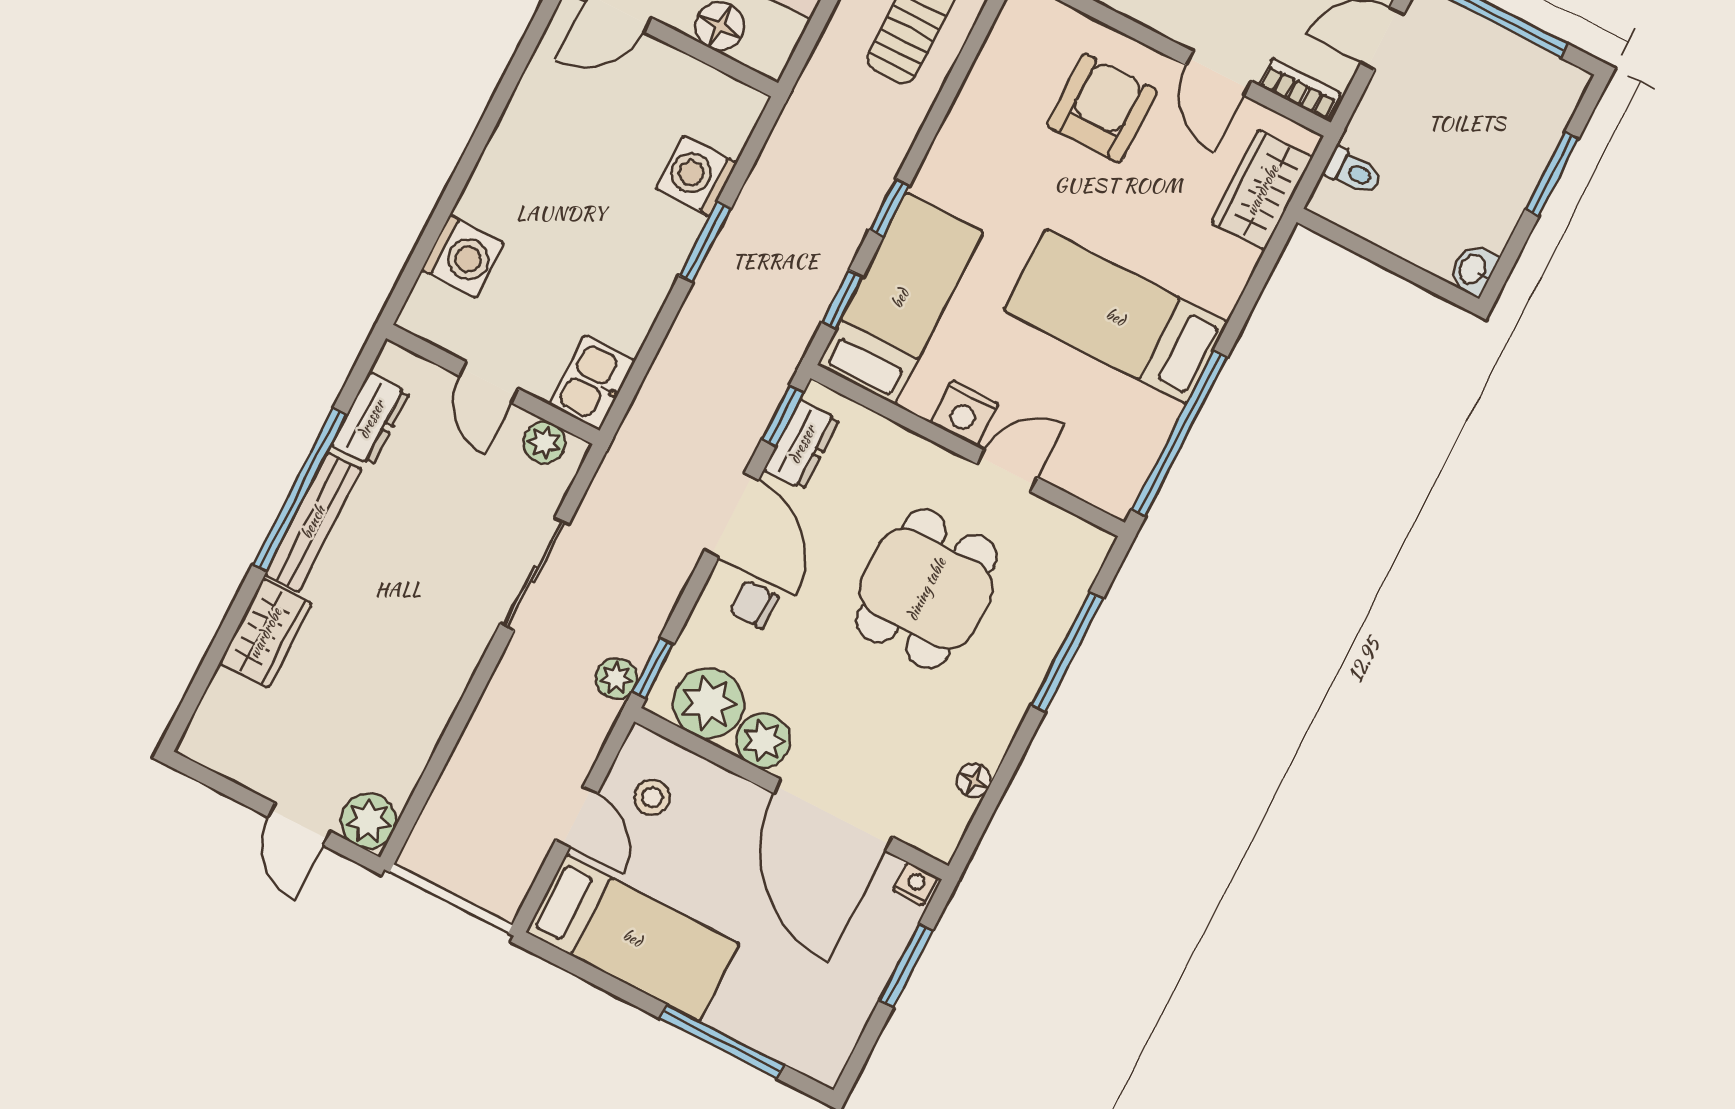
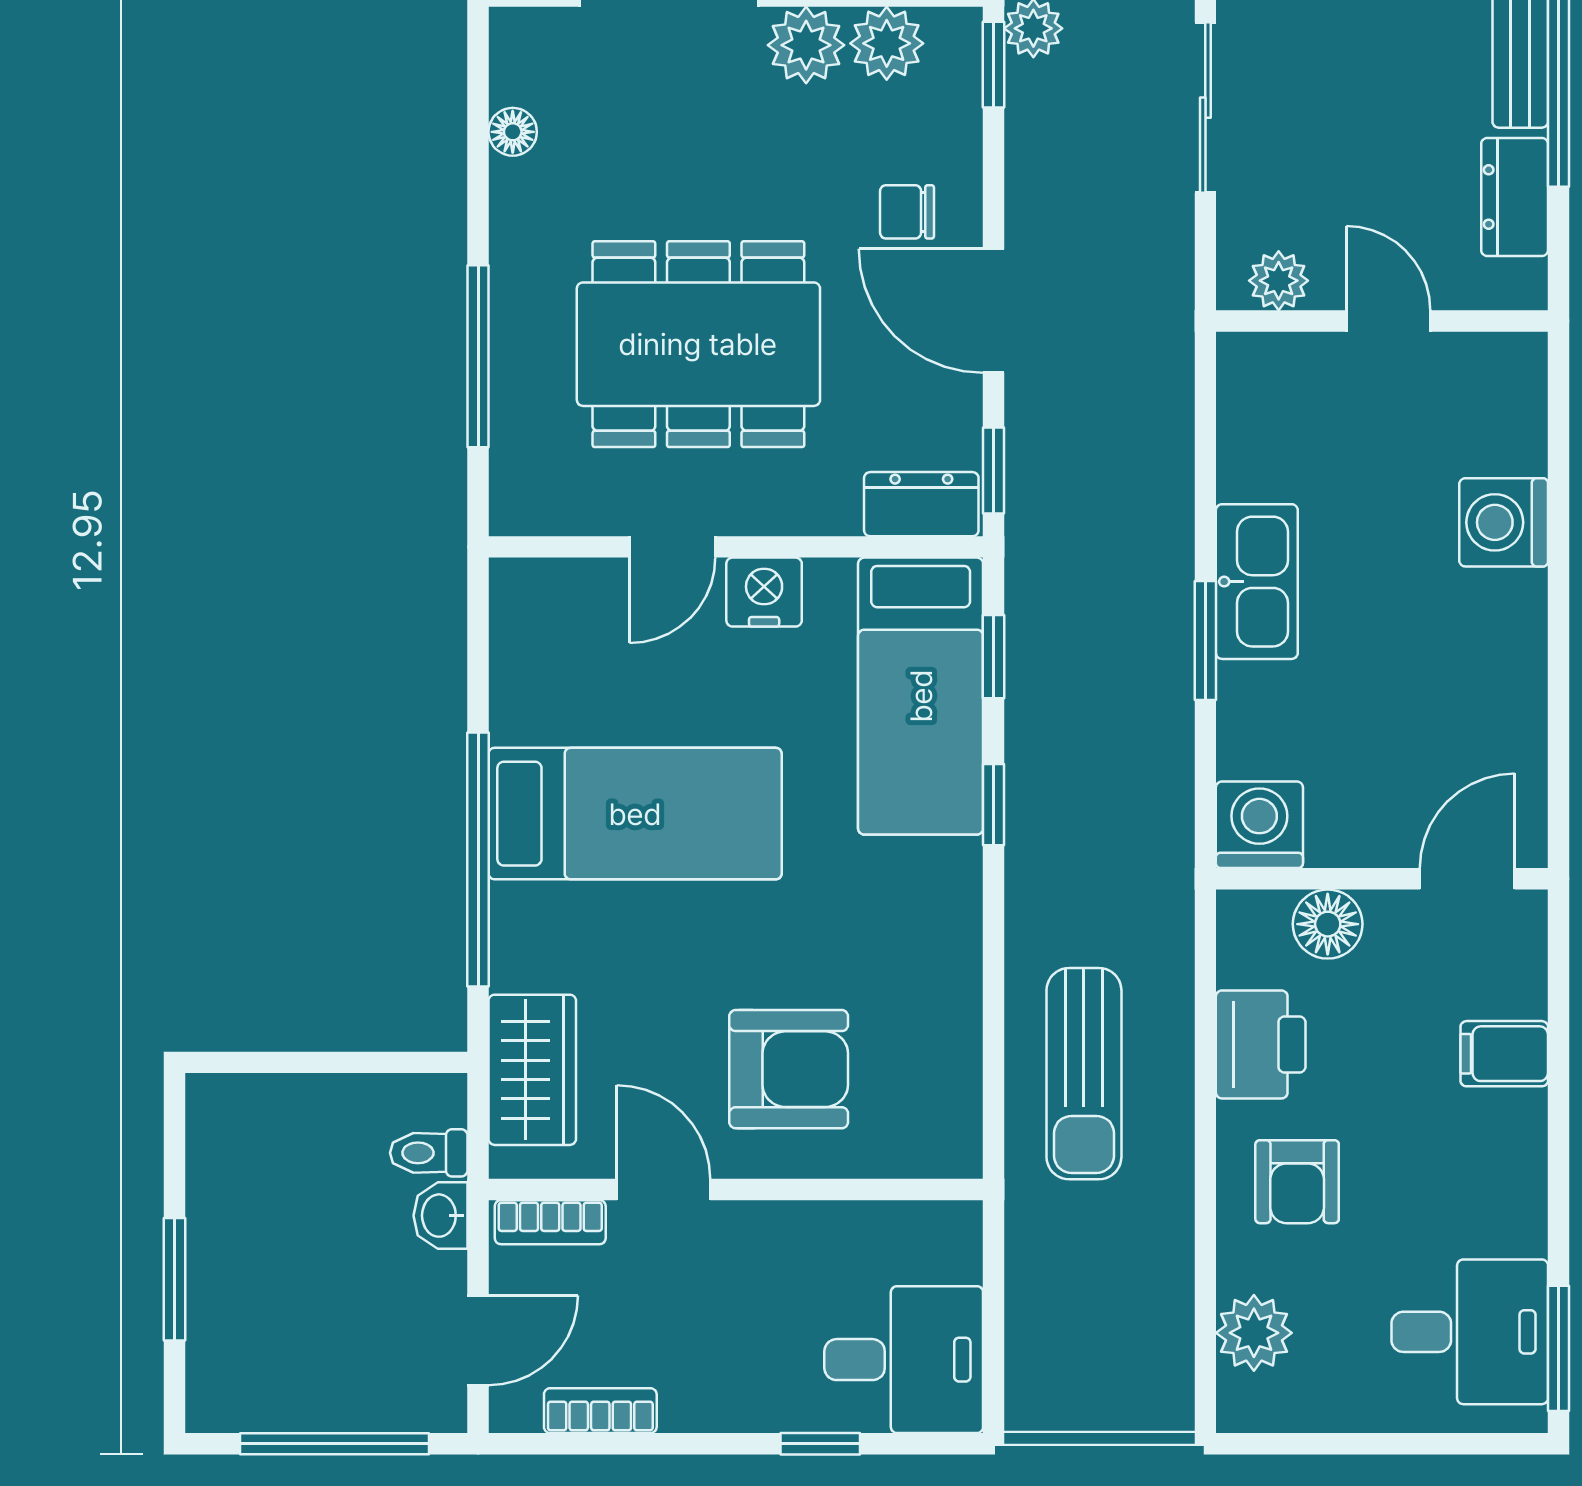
armchair: (1102, 108) -> (789, 1069), turned -90
washing machine: (697, 176) -> (1259, 825), moved, turned -90
washing machine: (463, 256) -> (1504, 522), moved
washbasin: (1473, 270) -> (441, 1216), moved, turned 180
kitchen sink: (592, 383) -> (1257, 582), moved, width x1.38
window: (1179, 434) -> (478, 860), moved
dresser: (802, 444) -> (921, 504), moved, turned 90
dining table: (926, 589) -> (698, 344), width x1.38
chair: (754, 604) -> (907, 212), turned 180
plant: (708, 703) -> (887, 43), width x0.73, depth x0.73

